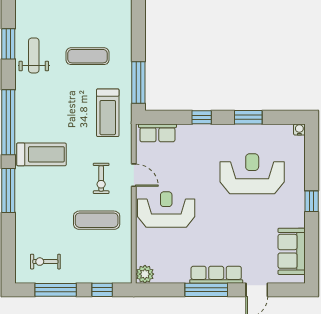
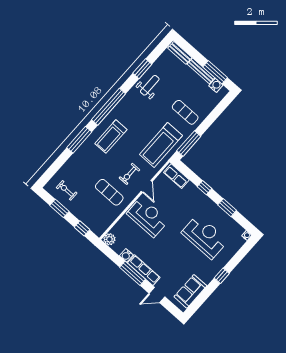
exercise mat: (88, 56) -> (185, 112), moved
treadmill: (108, 113) -> (161, 145), width x1.37, depth x1.38
treadmill: (41, 154) -> (111, 137), turned 90
water cooler: (181, 276) -> (126, 255), added
window: (56, 290) -> (59, 208), width x0.69

